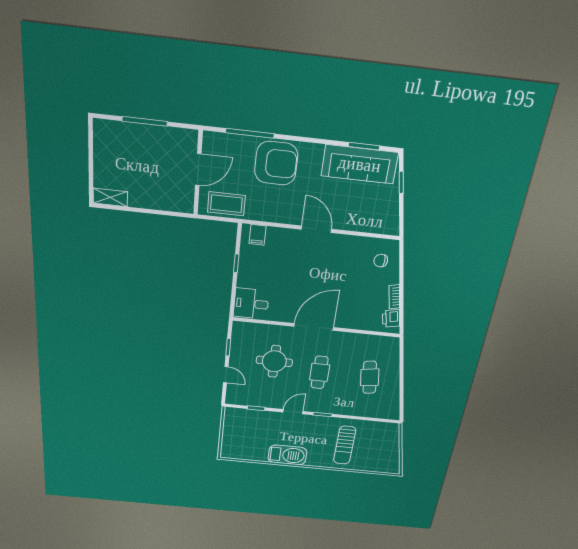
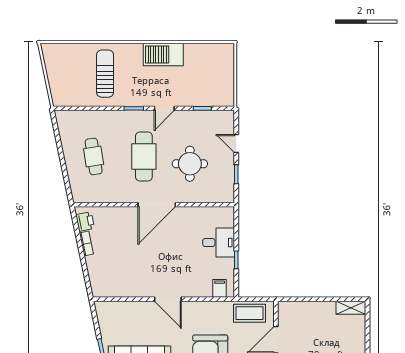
chair: (381, 261) -> (106, 277), removed
desk: (251, 304) -> (219, 243), moved
cafe table: (320, 372) -> (144, 156), width x1.37, depth x1.35

